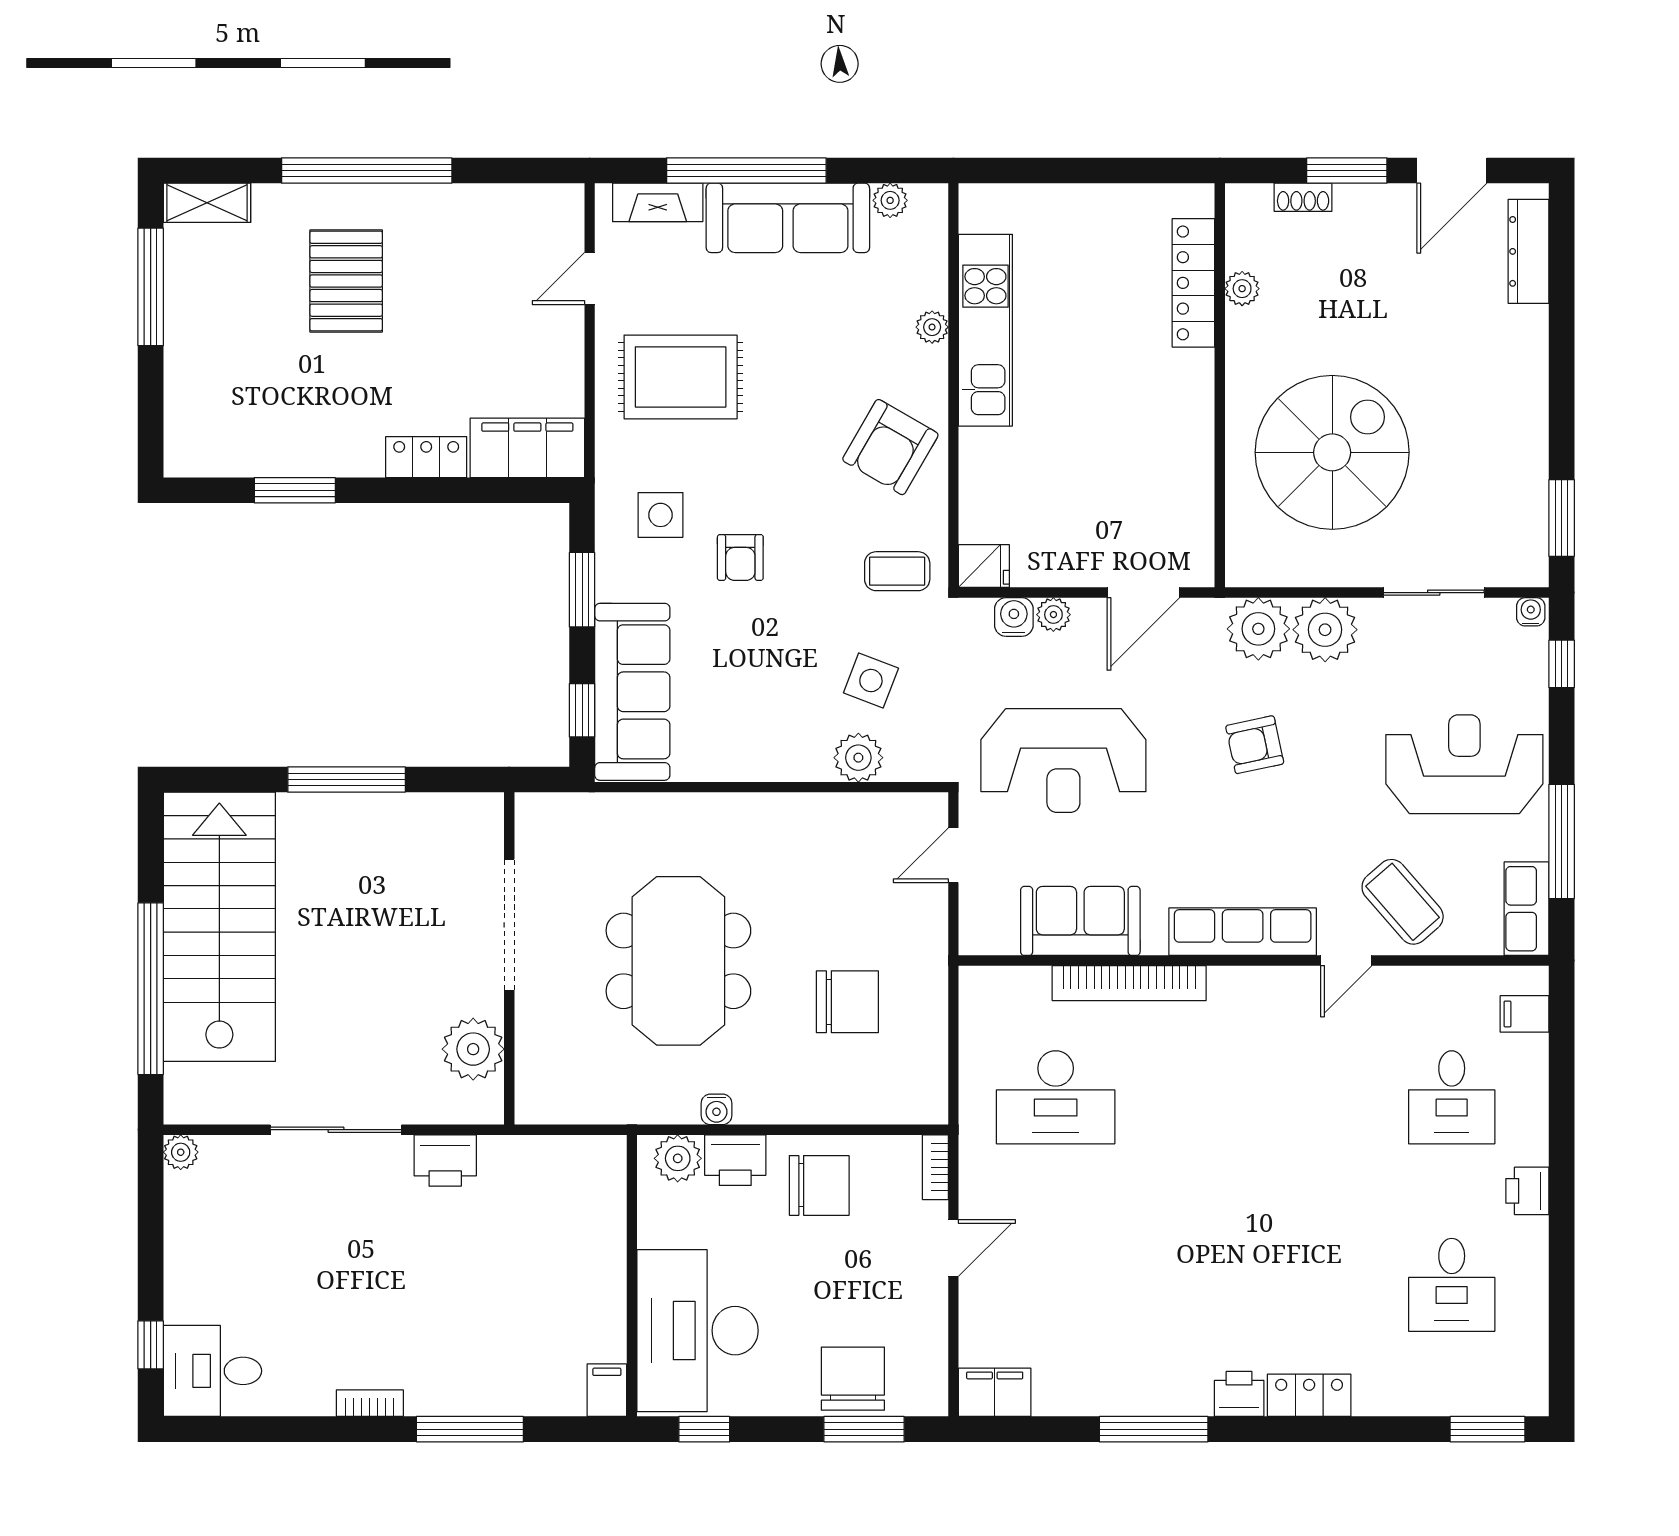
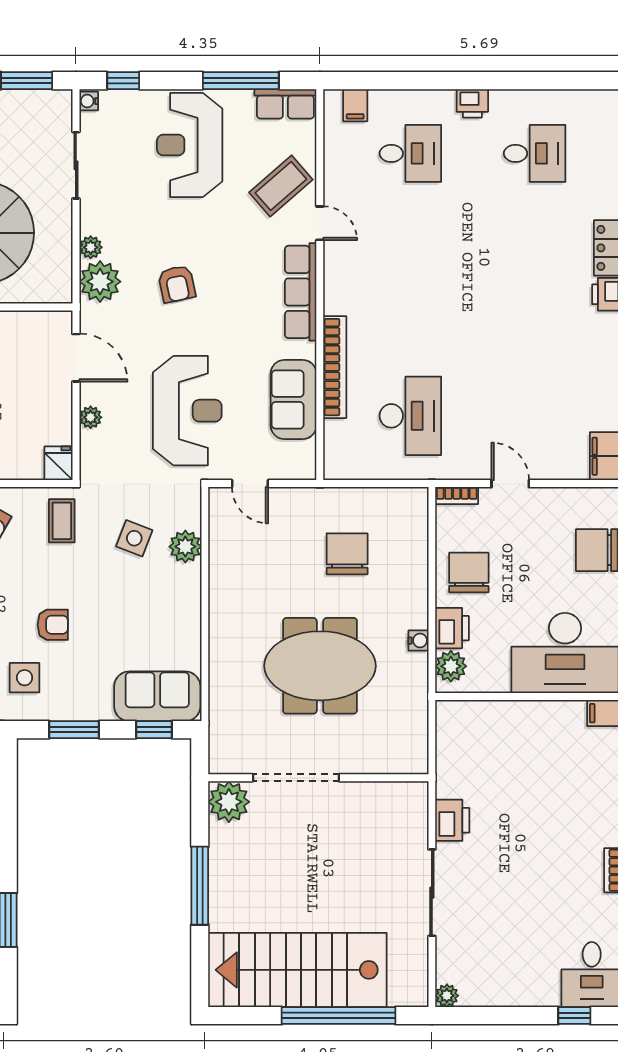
water cooler: (1014, 617) -> (92, 444), removed
plant: (1325, 630) -> (91, 247), width x0.53, depth x0.53
sofa: (632, 692) -> (157, 696), width x0.73
plant: (473, 1049) -> (229, 802), moved

